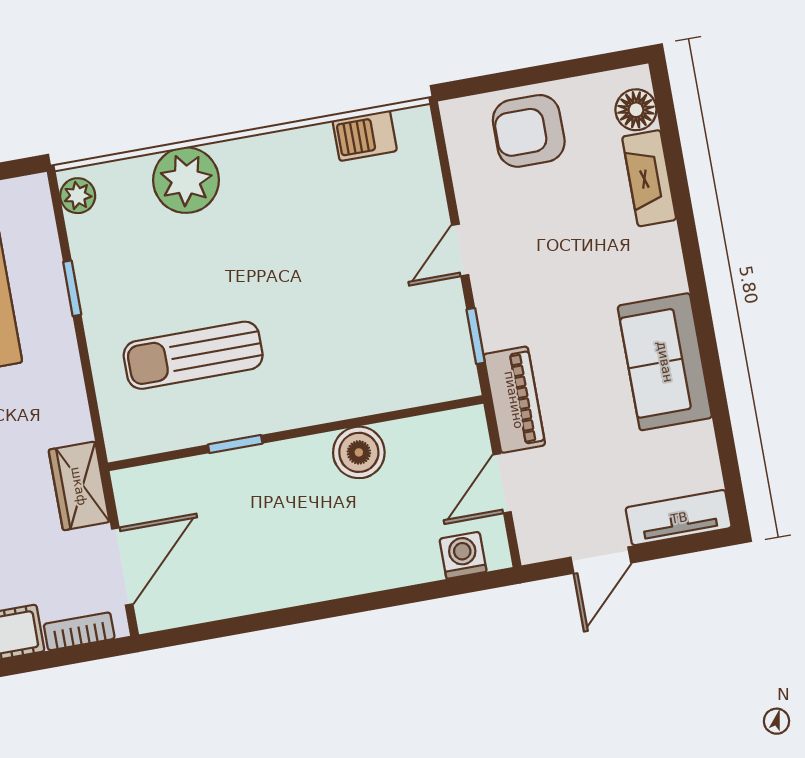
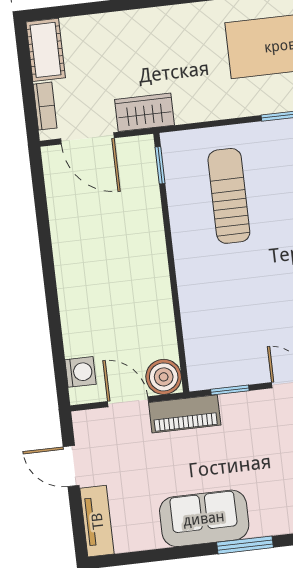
window: (700, 300) -> (245, 545), added
window: (235, 444) -> (160, 165), moved
boiler: (359, 452) -> (164, 377), moved

